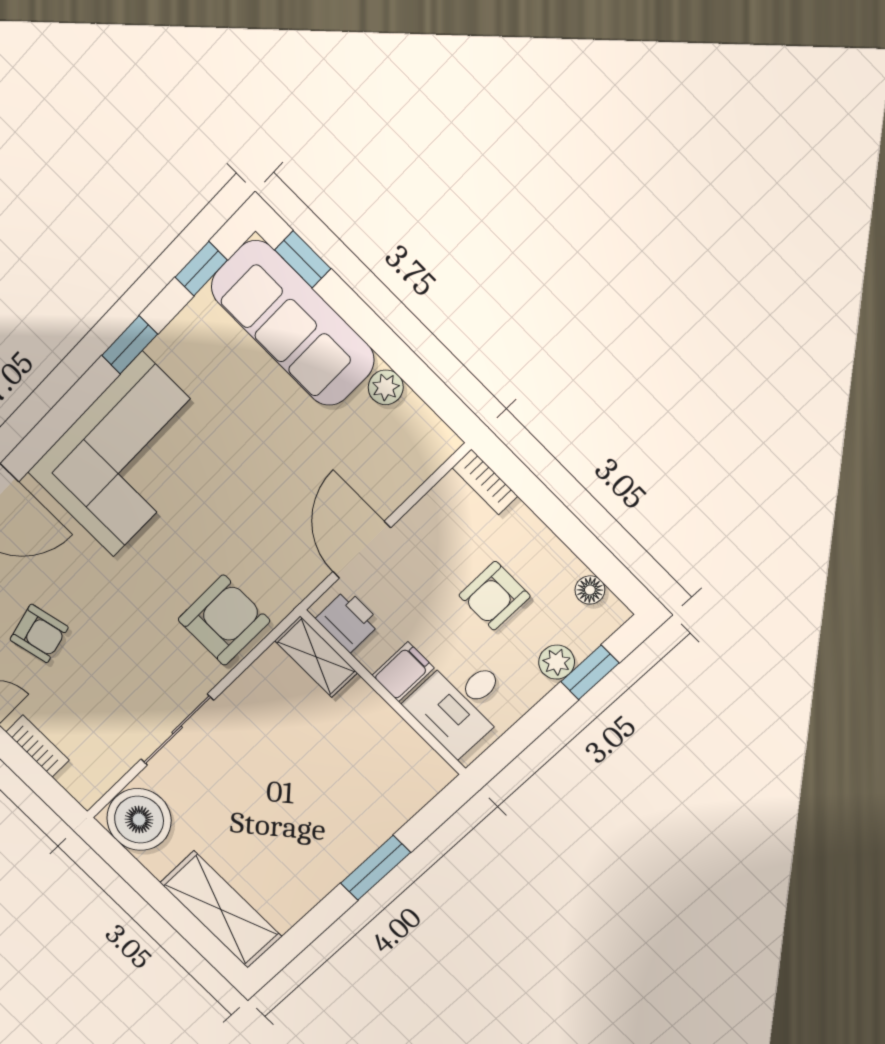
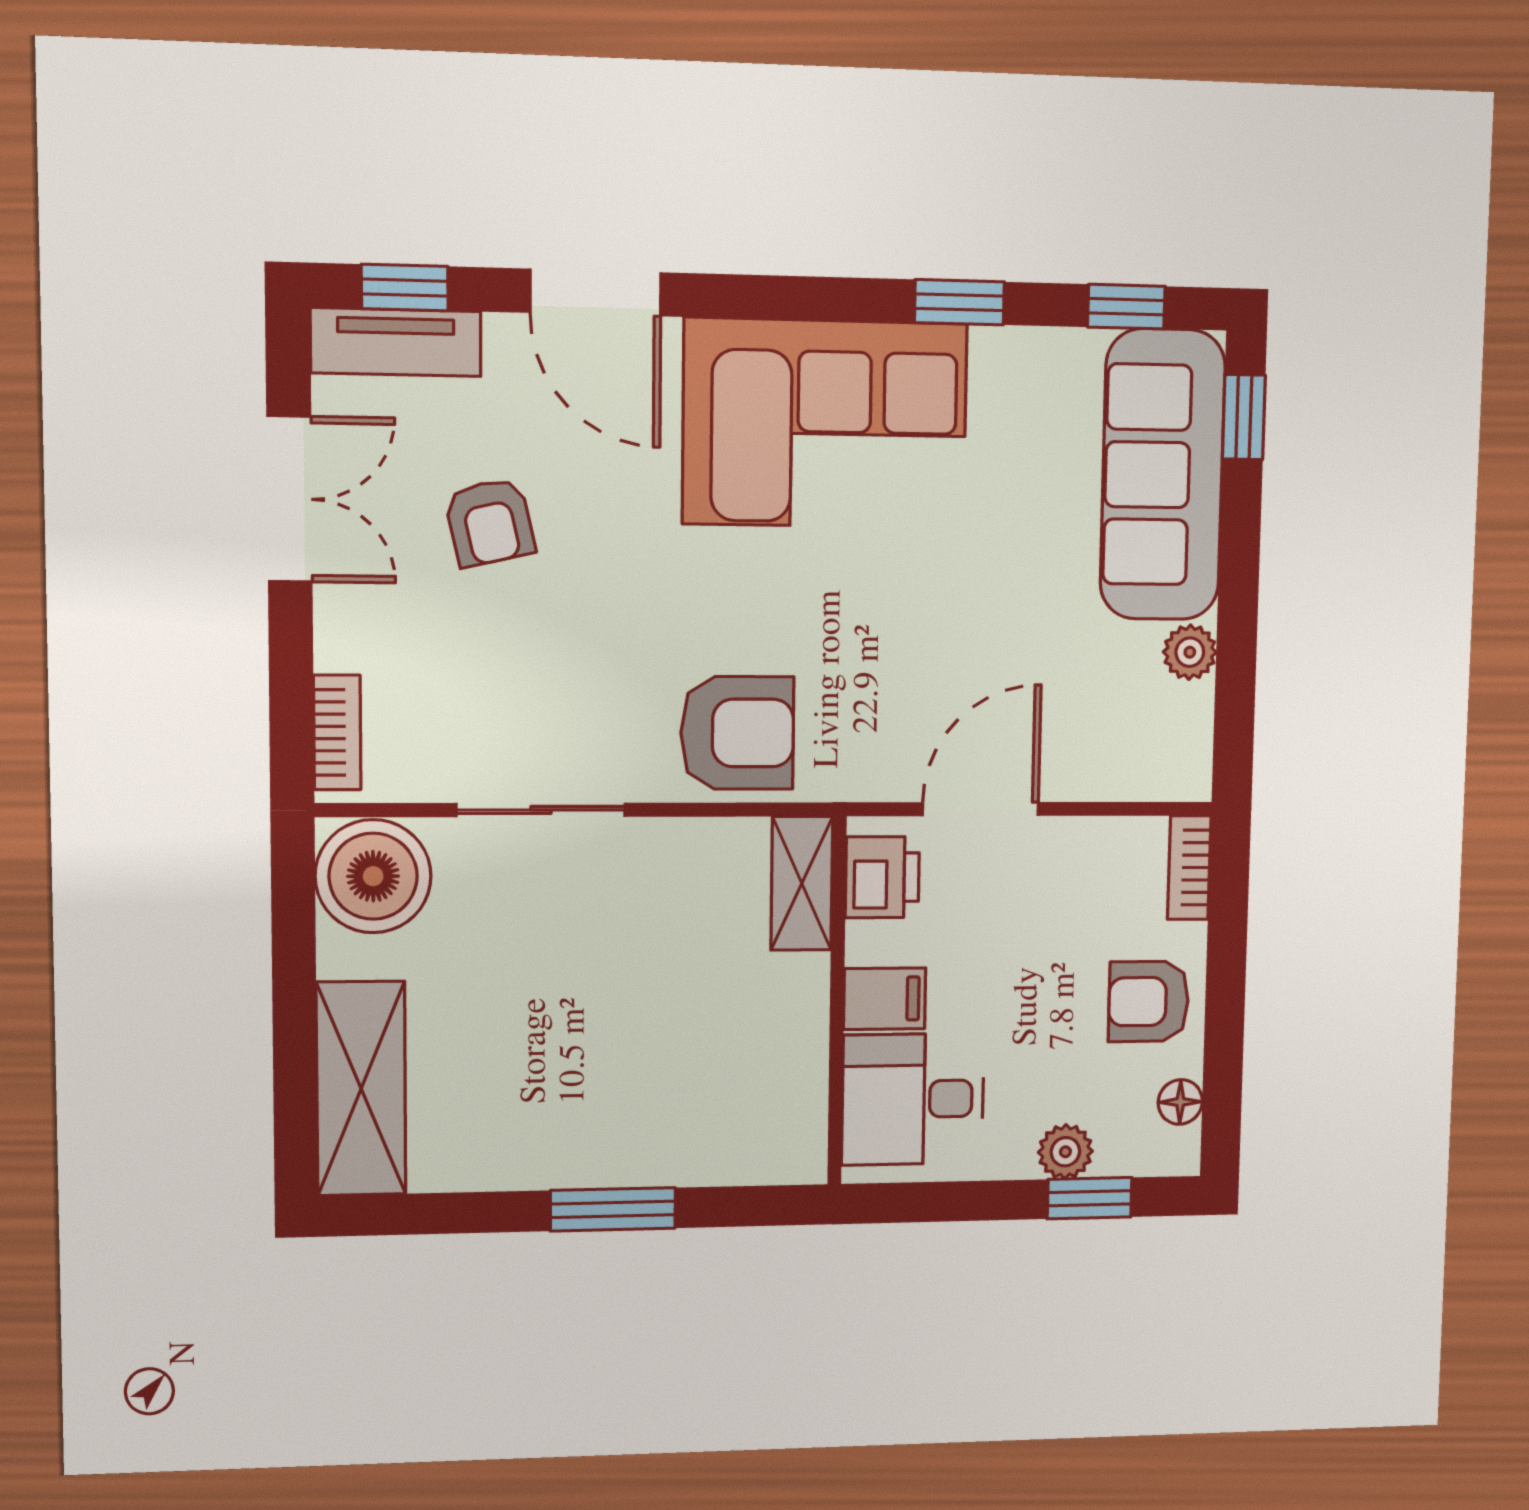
armchair: (495, 596) -> (1149, 1001), moved
bookcase: (37, 746) -> (337, 732), moved

